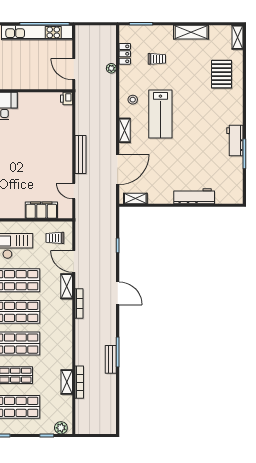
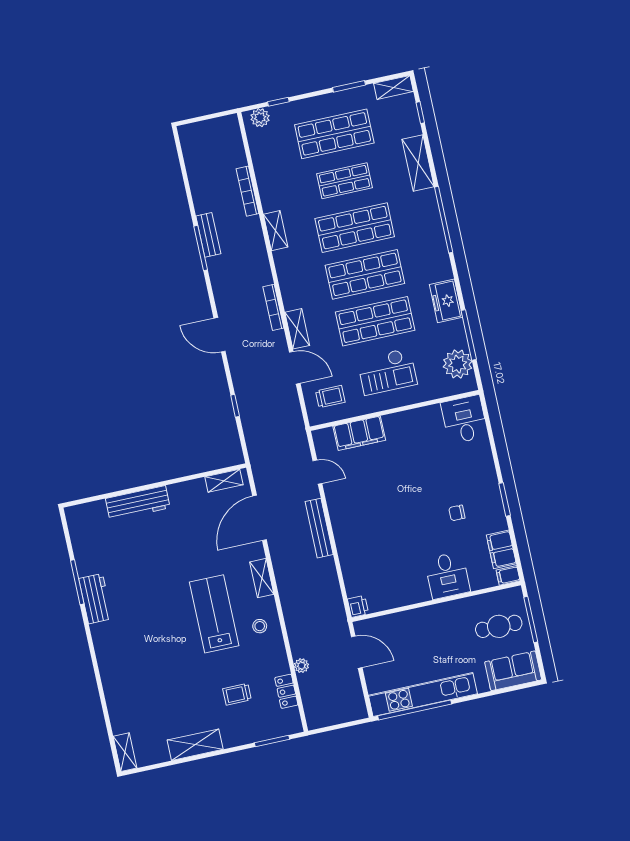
pallet: (222, 74) -> (137, 693), removed
shelving: (67, 382) -> (276, 231), moved

